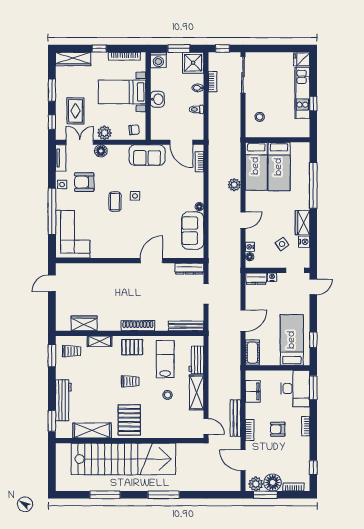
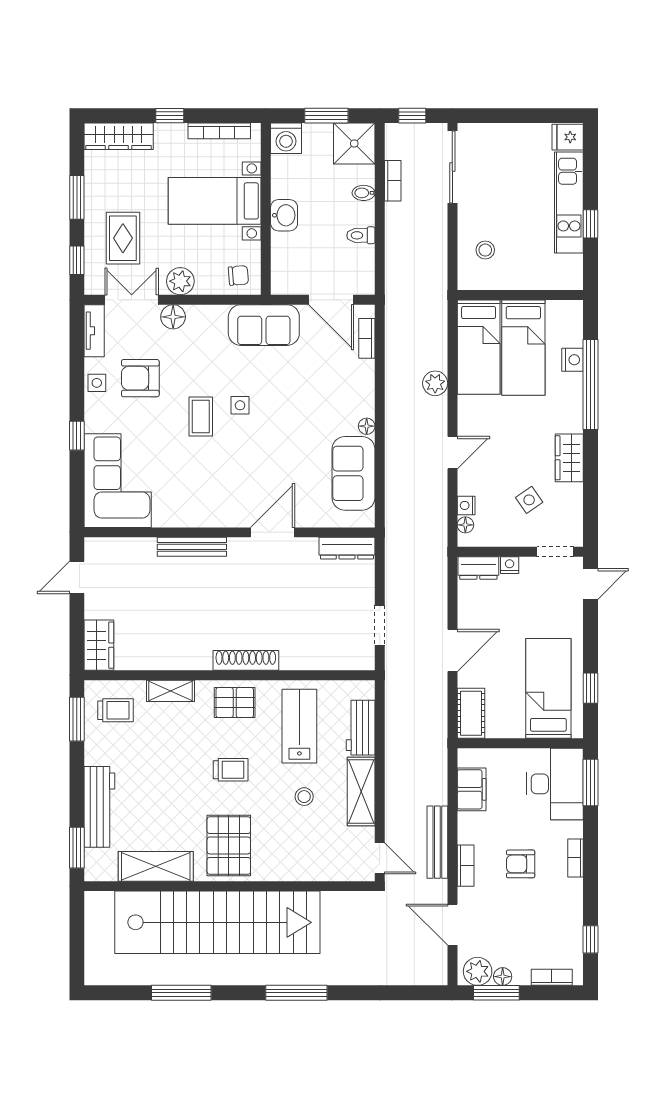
window: (52, 211) -> (77, 436), width x0.32
nightstand: (304, 242) -> (573, 360), moved
doorway: (206, 294) -> (380, 625), moved
wardrobe: (84, 323) -> (99, 645), moved, turned 90
bench: (186, 326) -> (192, 547), moved
floor lamp: (273, 482) -> (503, 977), width x0.53, depth x0.53

